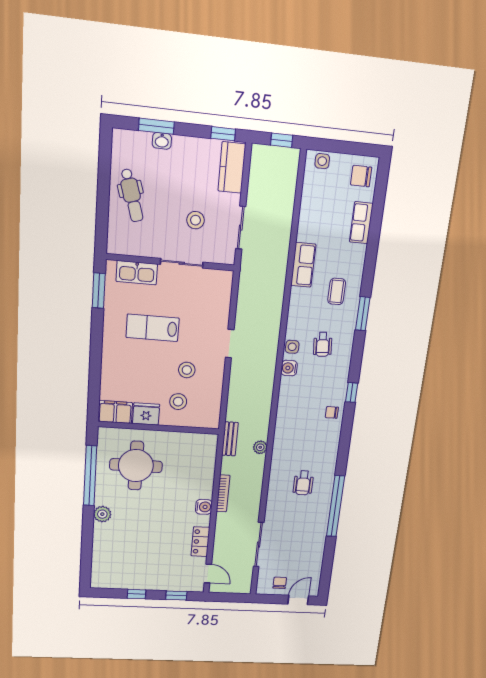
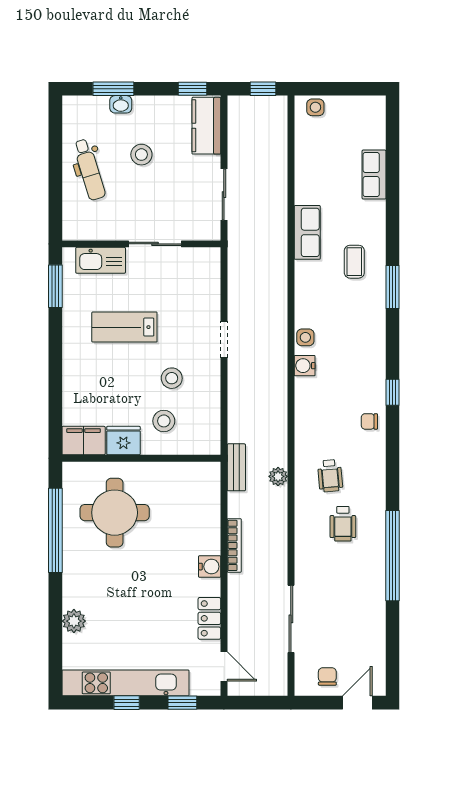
chair: (361, 176) -> (366, 120), removed
stool: (195, 220) -> (141, 155), moved
wheelchair: (323, 344) -> (330, 476), moved
plant: (102, 514) -> (74, 621), moved
kitchen unit: (136, 581) -> (125, 683), added

